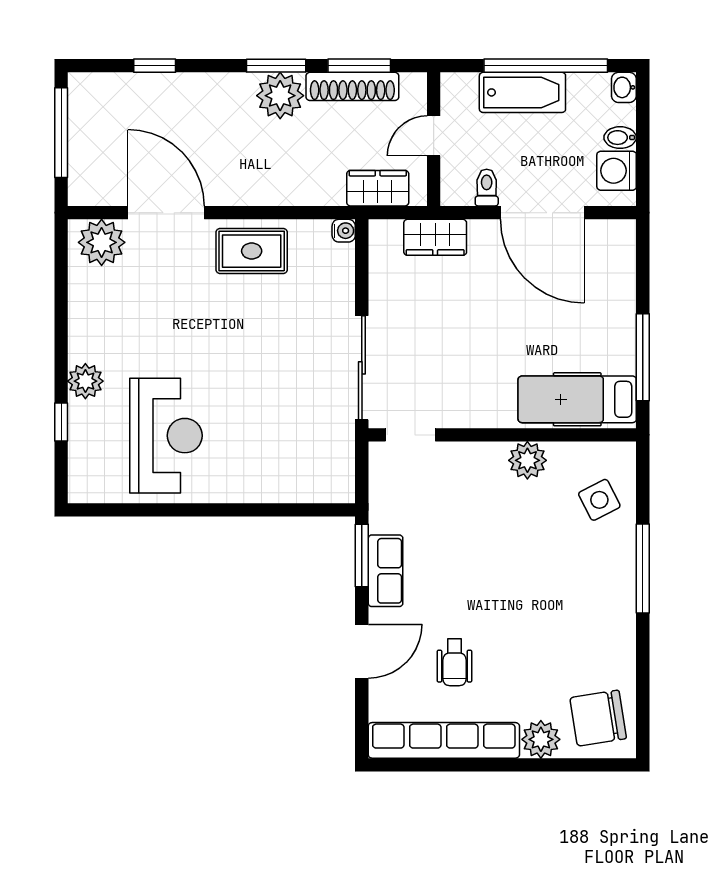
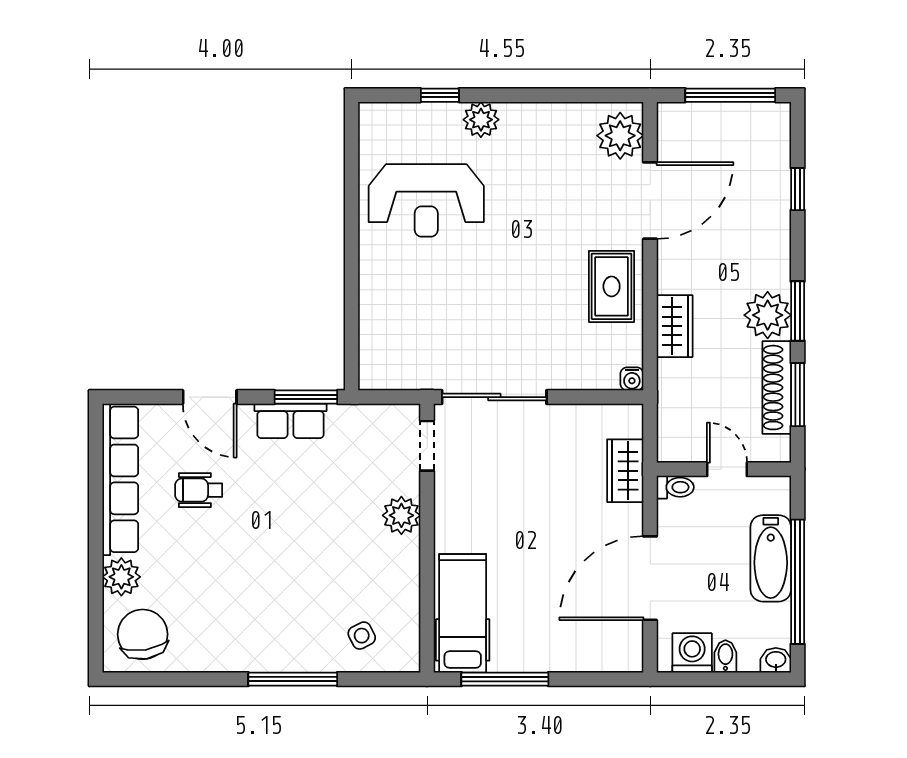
wardrobe: (378, 188) -> (675, 326), moved
toilet: (487, 188) -> (675, 487), moved
plant: (527, 460) -> (401, 515), moved
side table: (599, 500) -> (362, 636), width x0.73, depth x0.73

